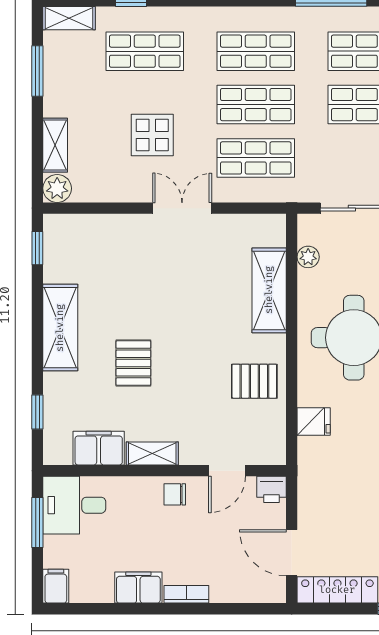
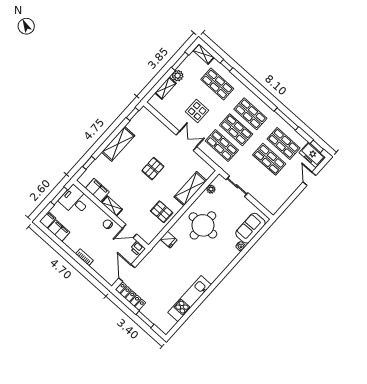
plant: (57, 188) -> (178, 76), moved
pallet: (133, 363) -> (153, 169), moved
filing cabinet: (138, 588) -> (59, 231), moved

